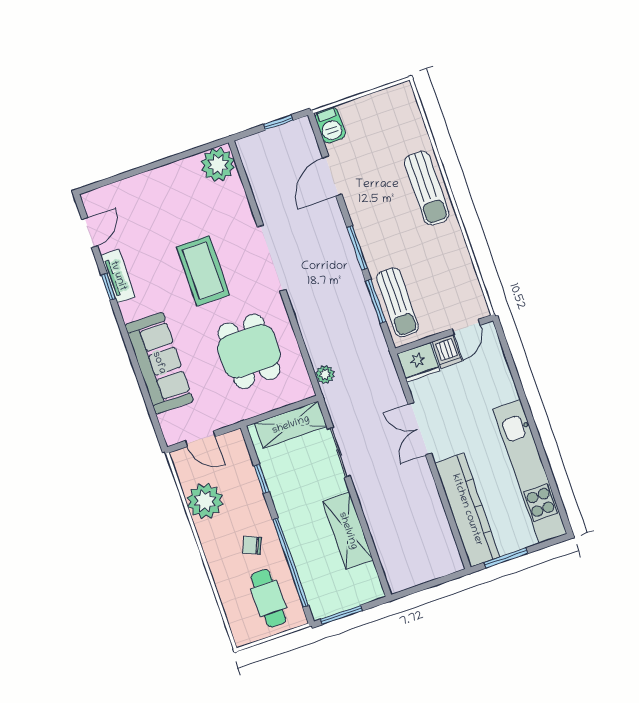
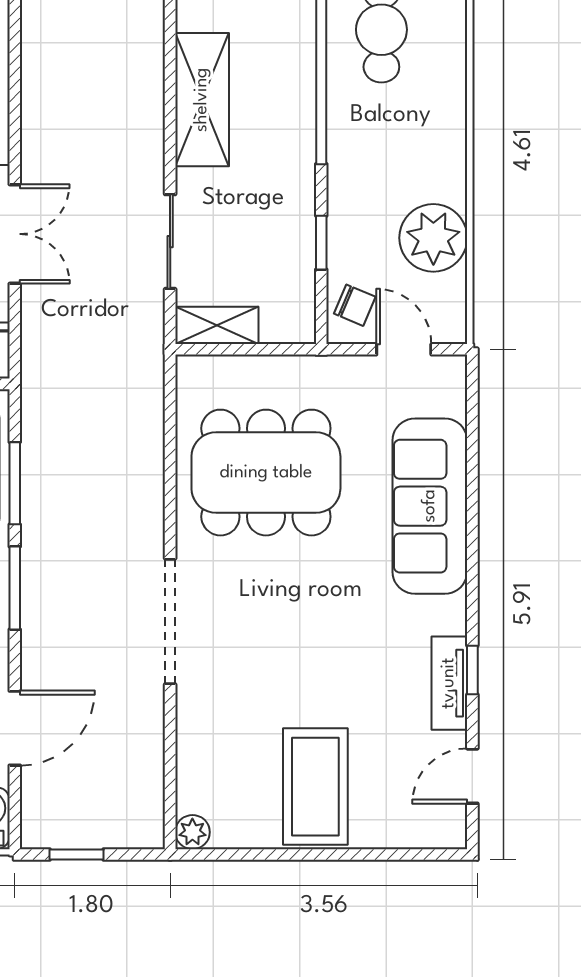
plant: (218, 165) -> (192, 832), width x0.53, depth x0.53
coffee table: (203, 271) -> (315, 787), moved
dining table: (249, 351) -> (266, 473), width x1.38
plant: (325, 374) -> (147, 386), removed
shelving: (291, 425) -> (217, 325), width x0.67, depth x0.75
chair: (252, 545) -> (355, 305), moved

